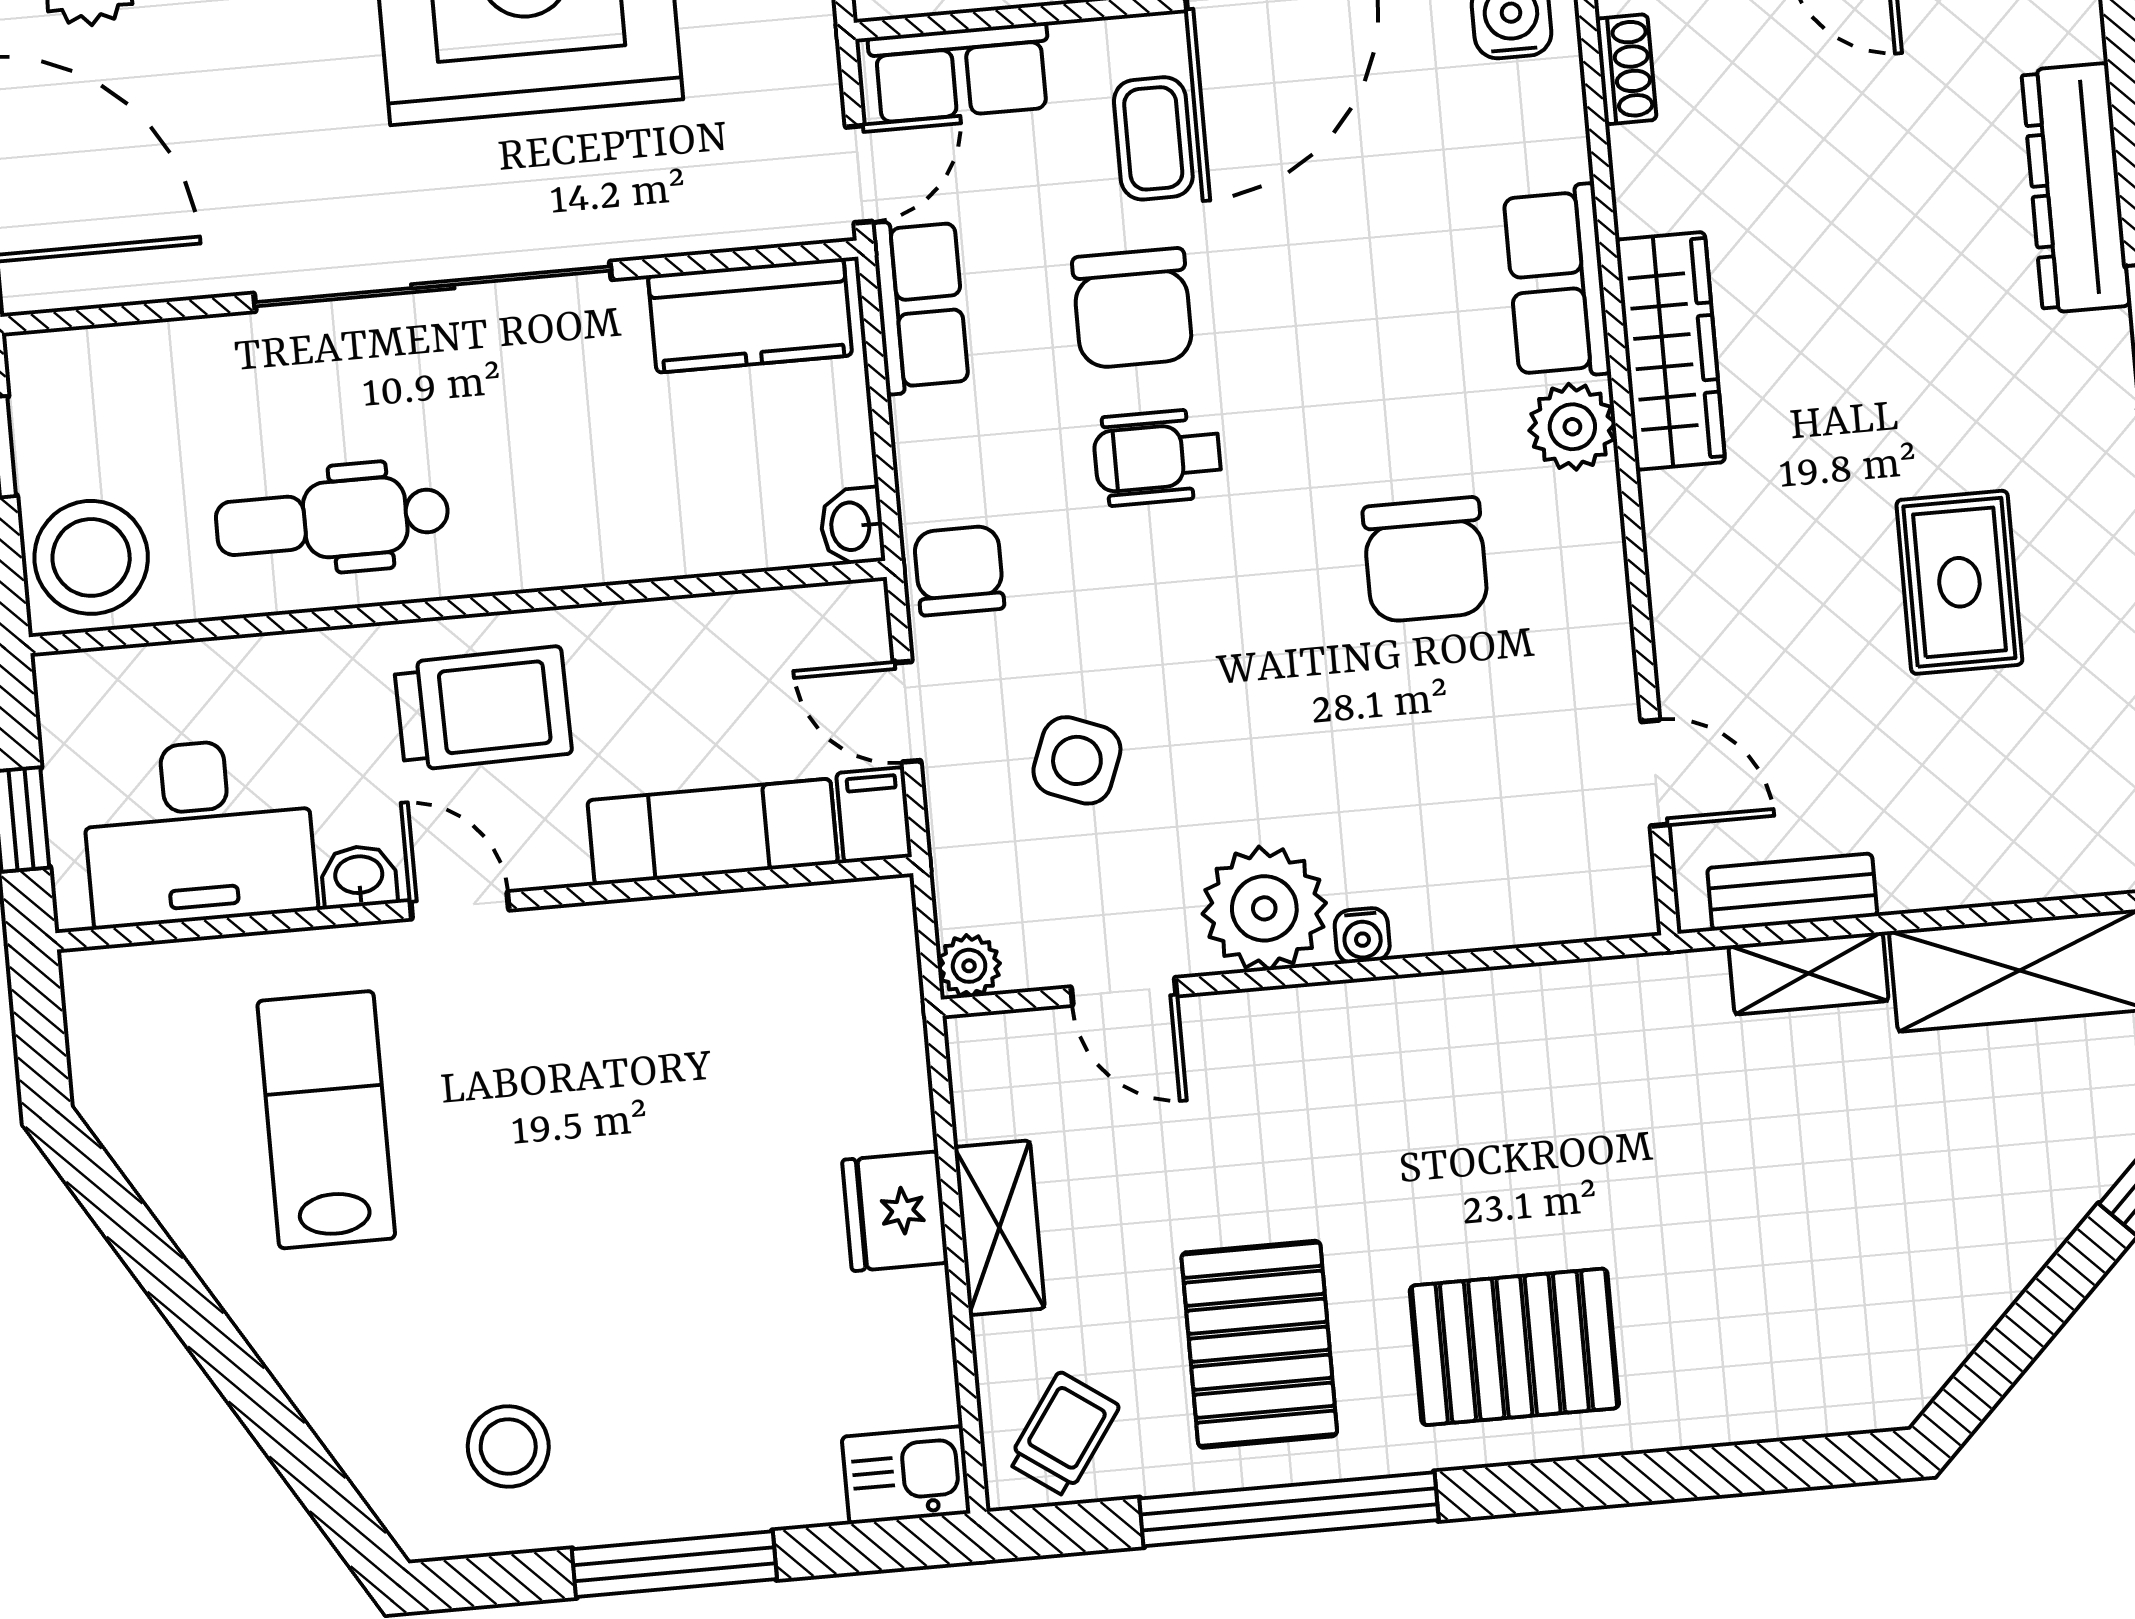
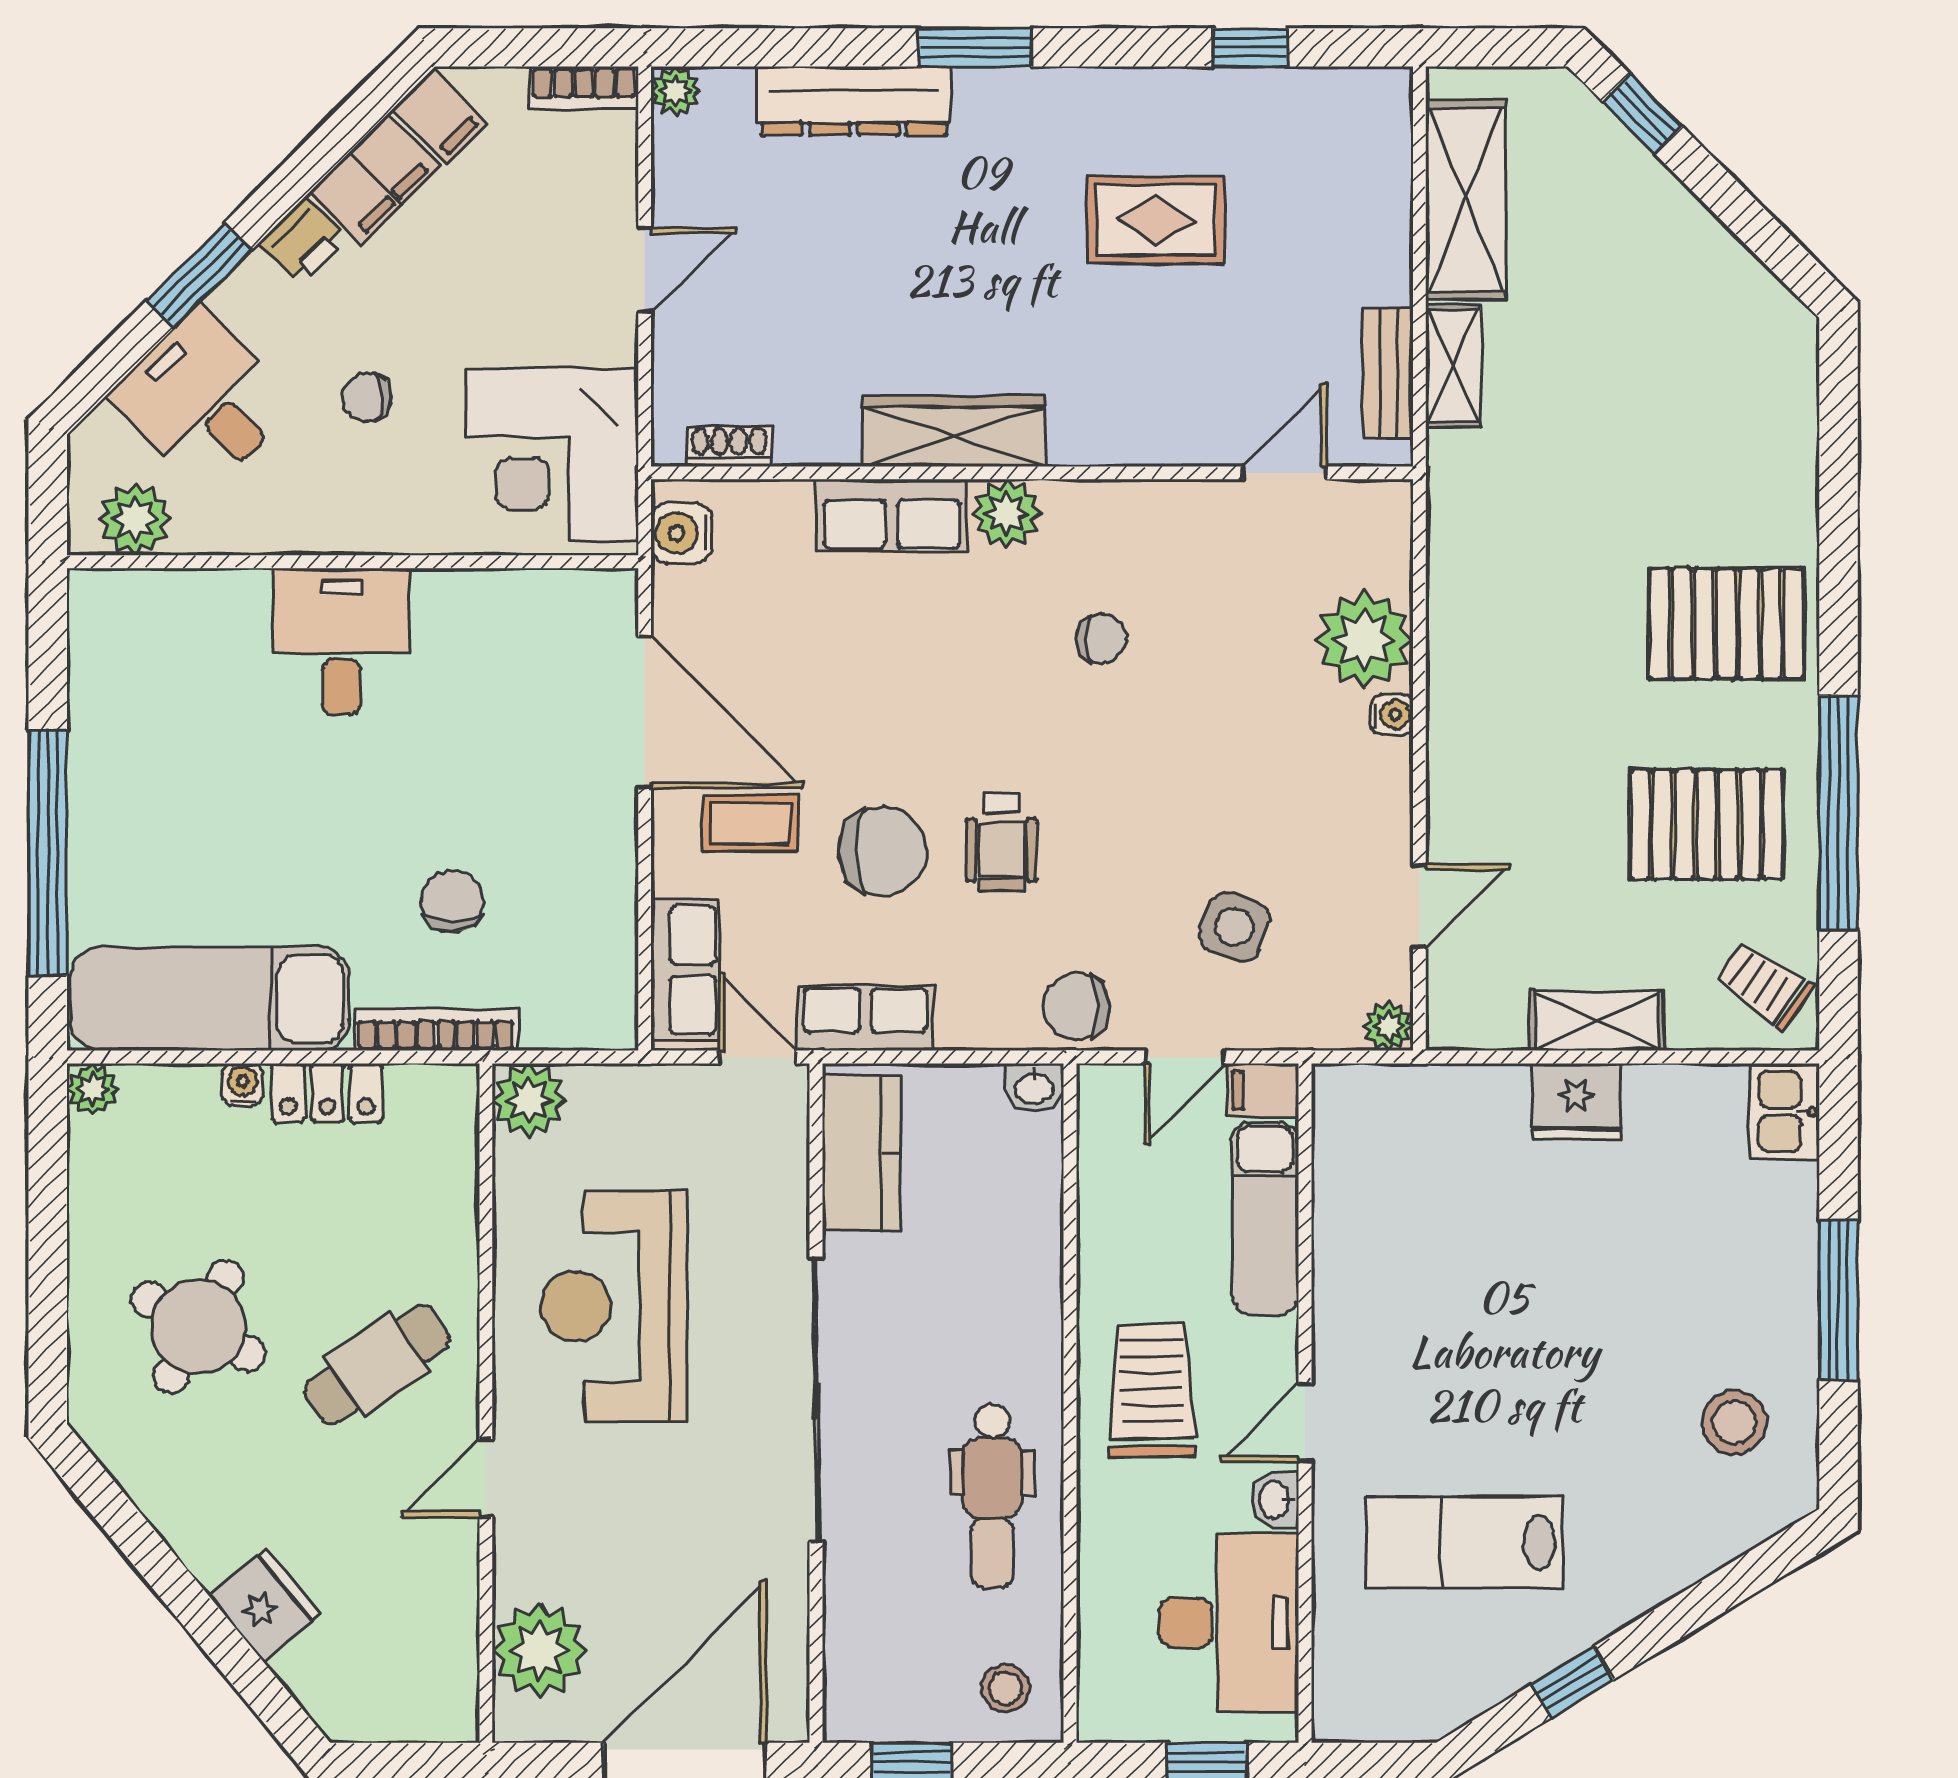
stool: (91, 557) -> (1005, 1688), width x0.53, depth x0.53
chair: (1425, 560) -> (1101, 639), width x0.54, depth x0.54
plant: (1264, 908) -> (1364, 640), moved
window: (163, 1272) -> (1572, 1682), added
pallet: (1514, 1347) -> (1727, 624), turned 90

